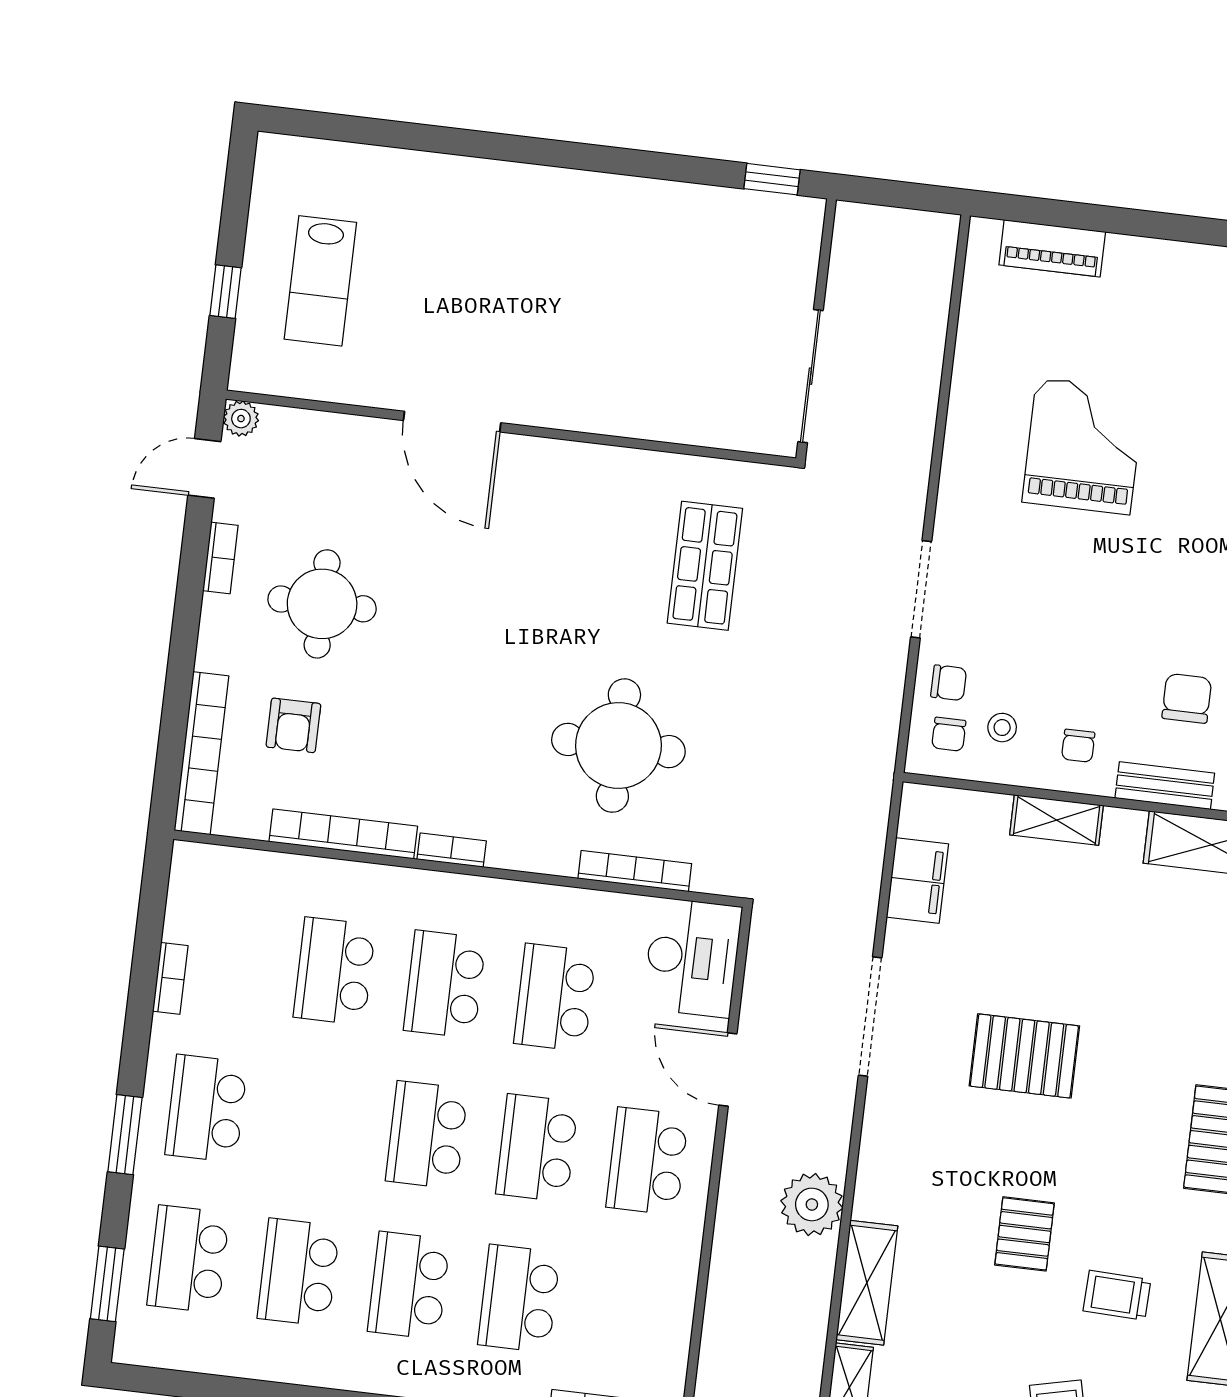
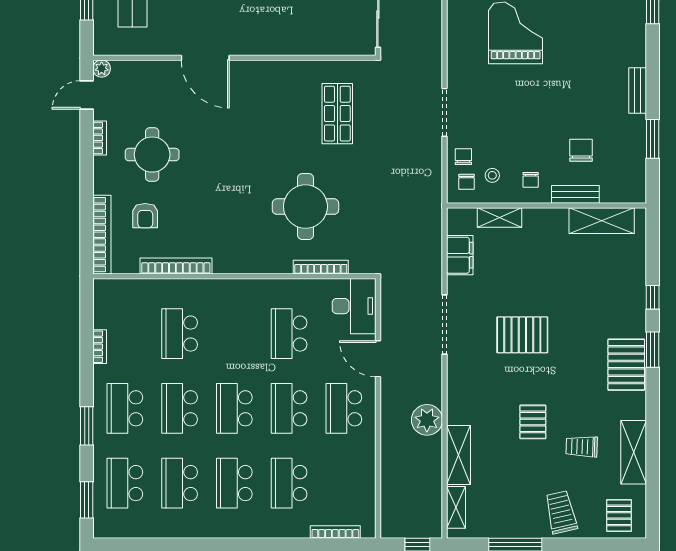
chair: (949, 683) -> (463, 157), turned -90
shelving: (1057, 820) -> (499, 217), moved
bookcase: (452, 850) -> (230, 268), removed
school desk: (445, 984) -> (180, 408), moved

